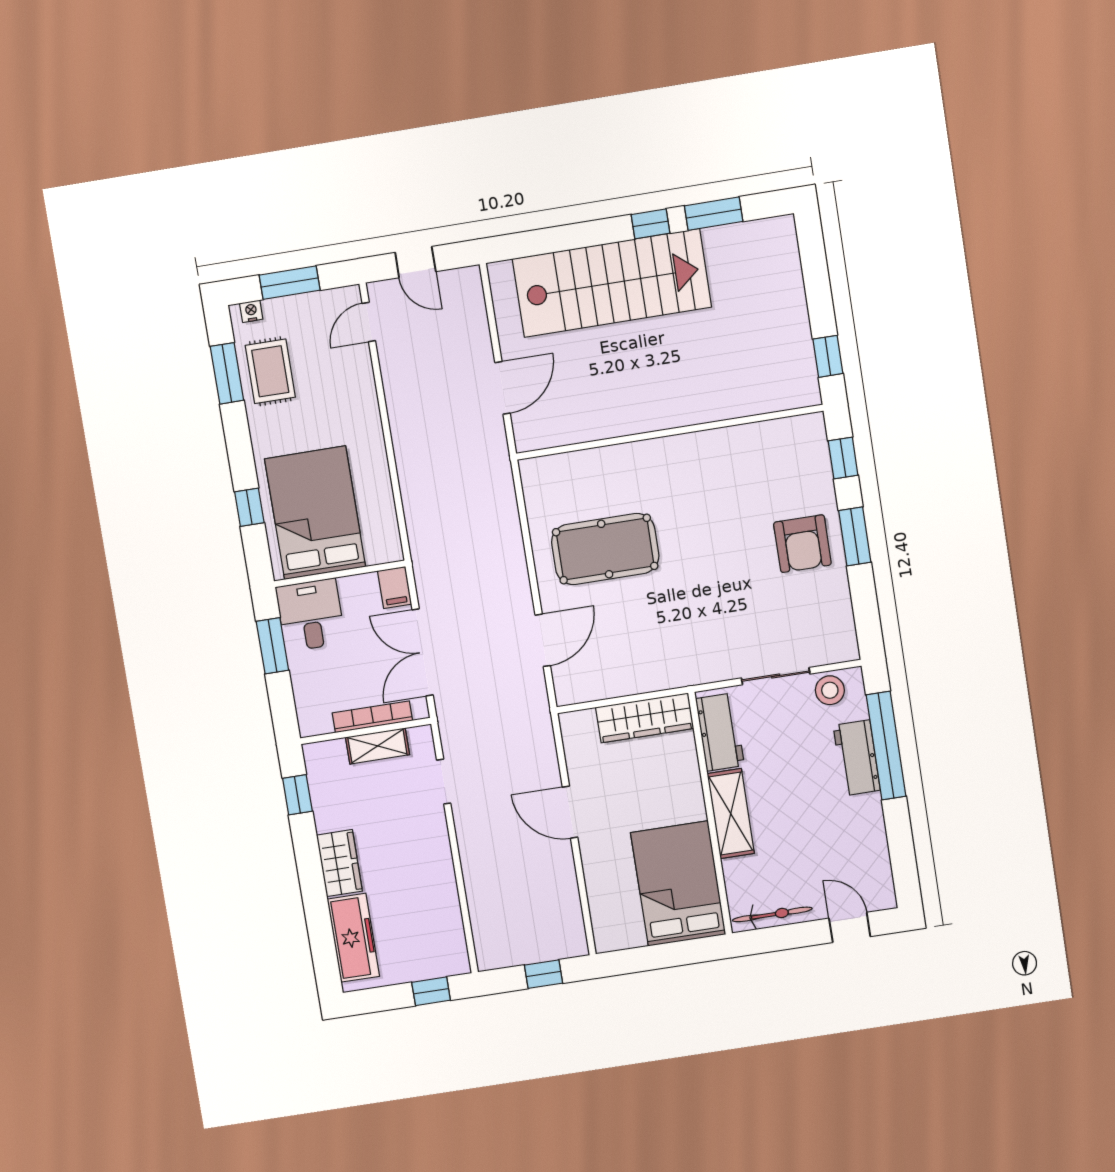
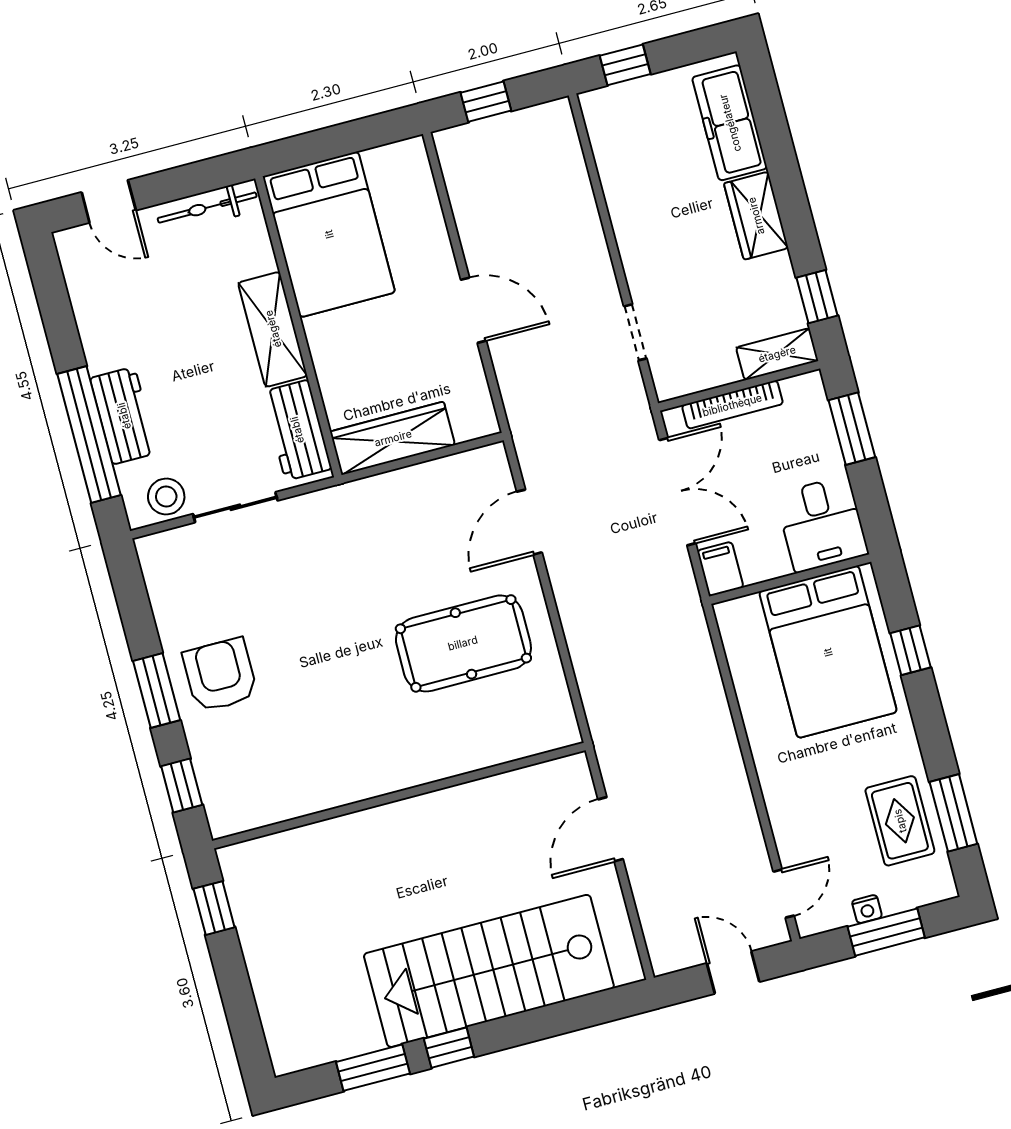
nightstand: (251, 311) -> (867, 909), moved
window: (272, 646) -> (852, 429), moved
shelving: (377, 746) -> (777, 354), moved

